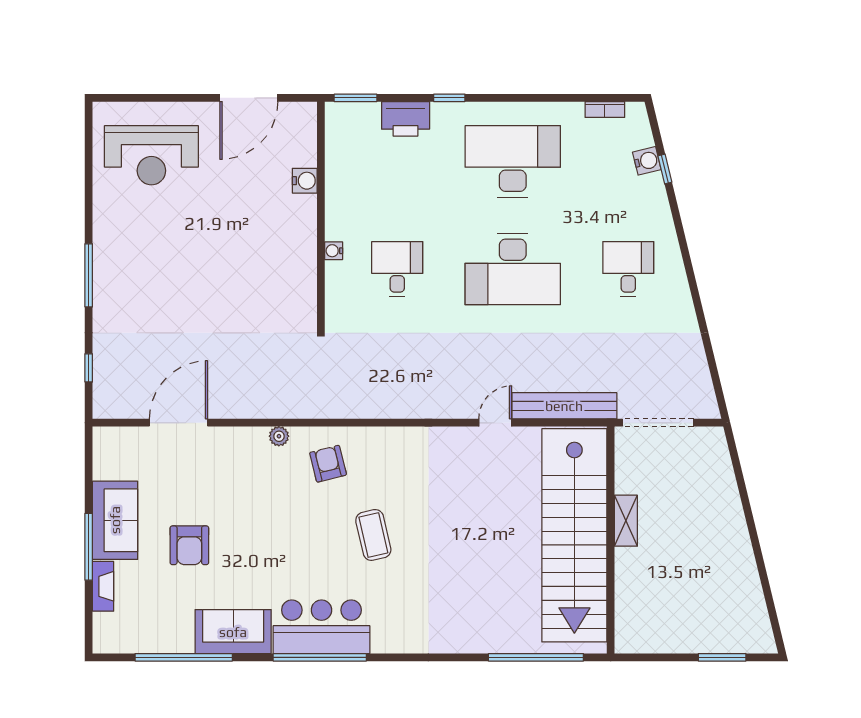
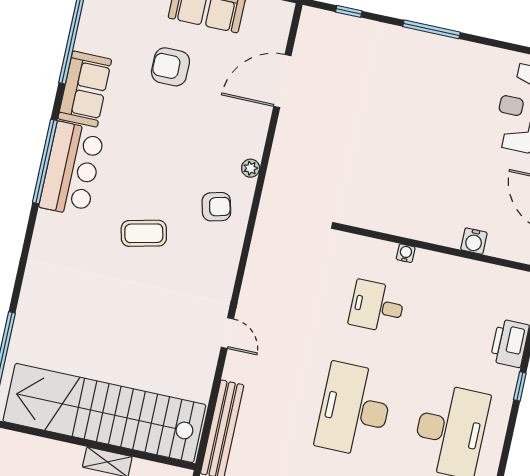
desk: (397, 269) -> (377, 306), turned 180
door: (179, 423) -> (282, 81), swing flipped
door: (495, 423) -> (227, 333), moved

